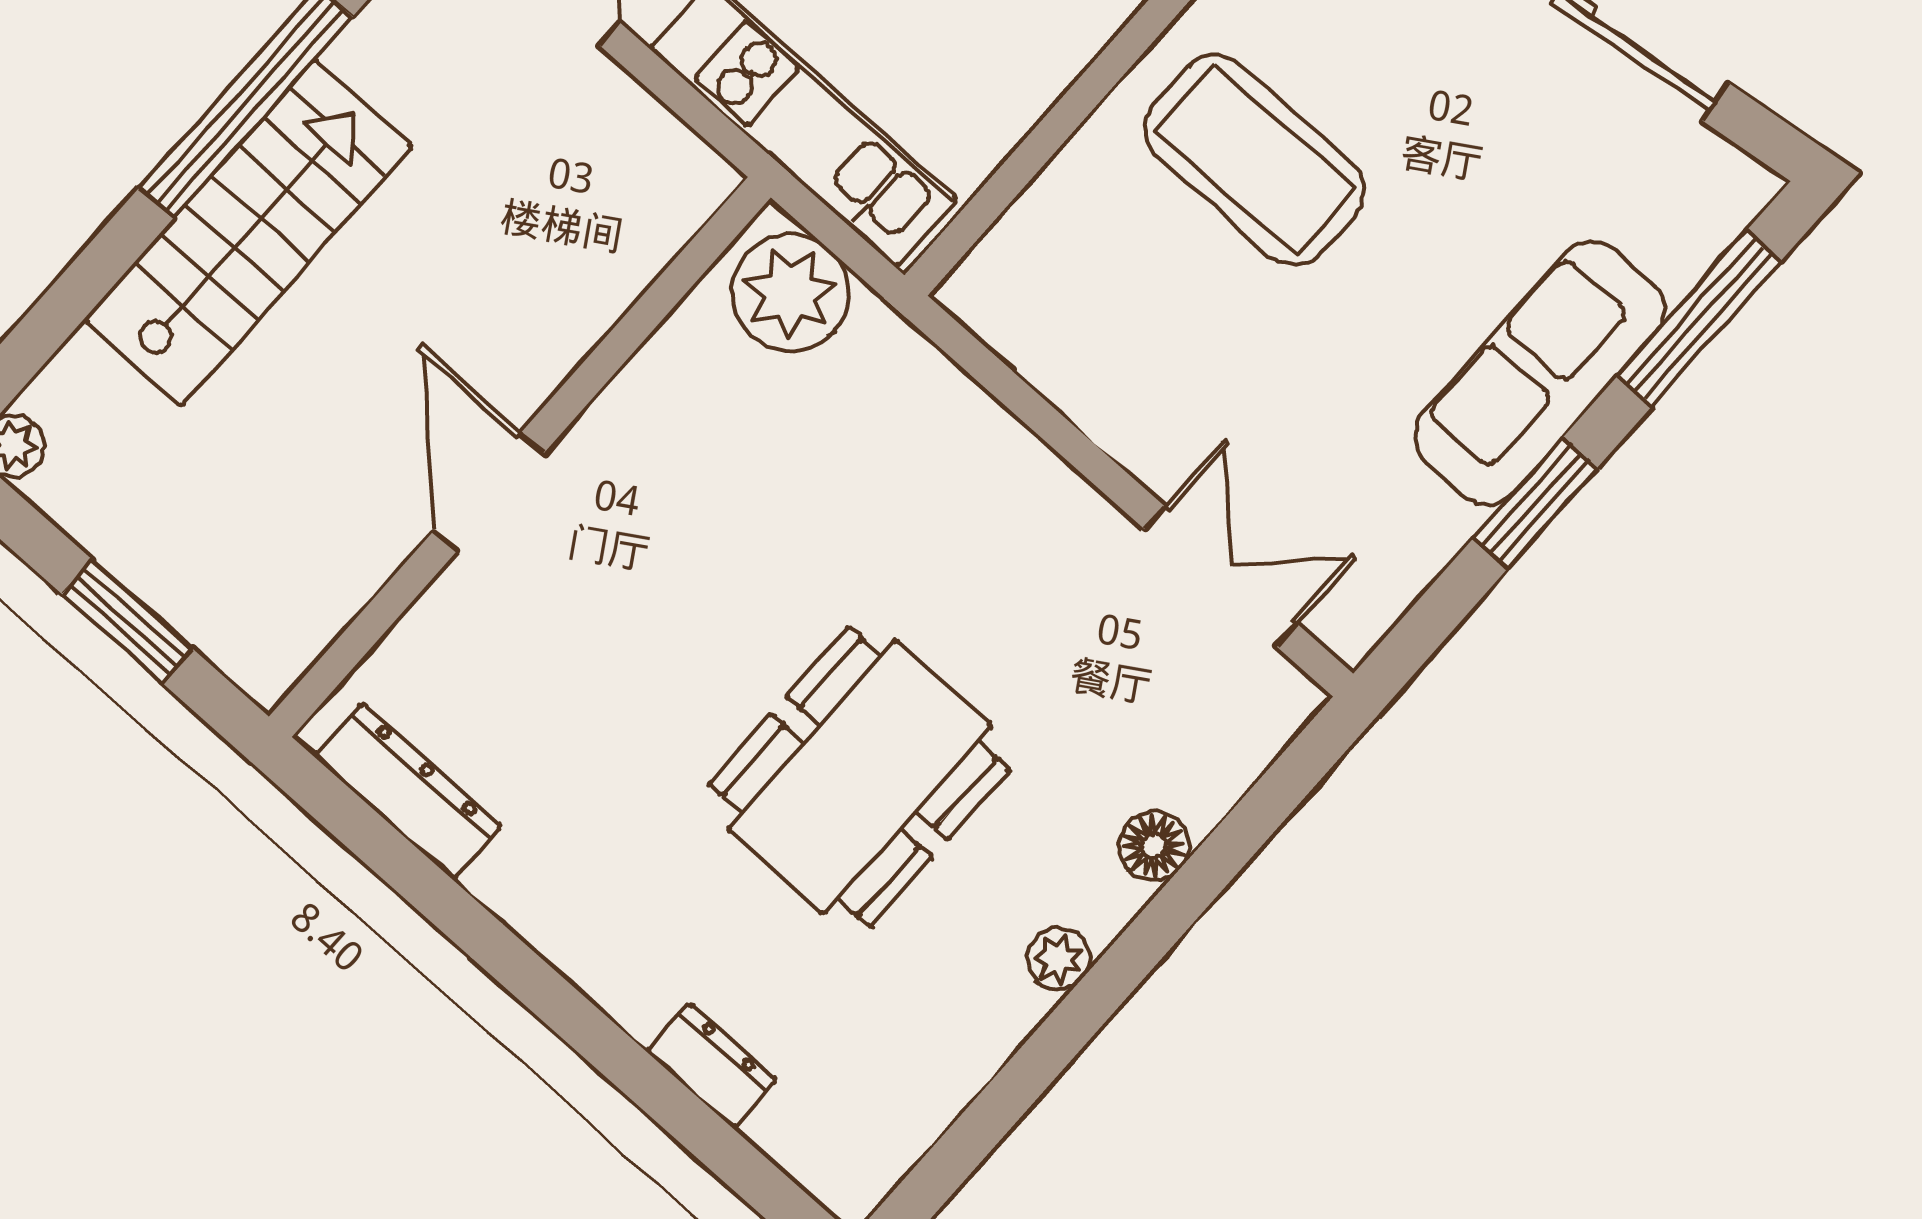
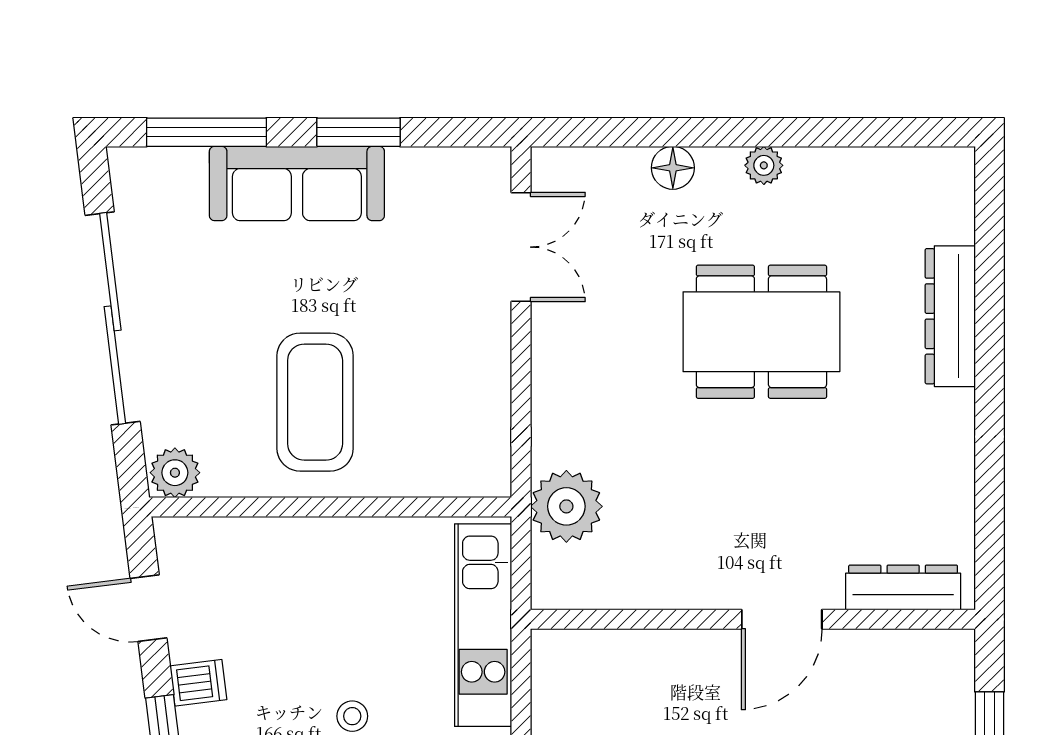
plant: (790, 293) -> (566, 506), moved
double door: (1221, 577) -> (521, 247), swing flipped
dresser: (408, 791) -> (903, 587), moved, turned 90
dresser: (712, 1066) -> (950, 316), width x1.96, depth x1.24

